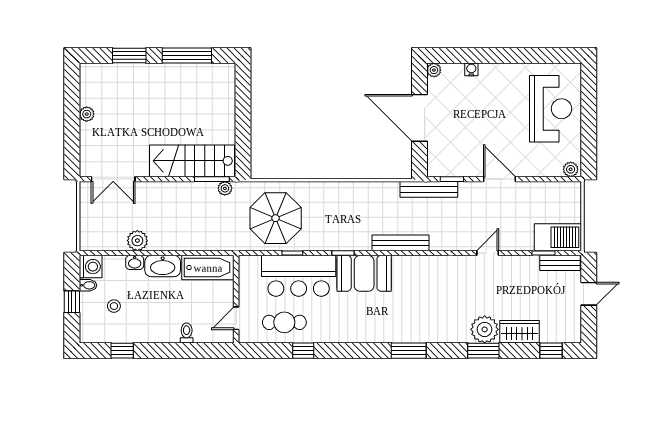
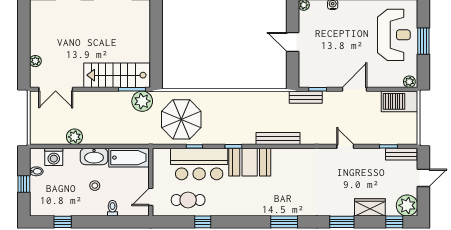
plant: (87, 114) -> (35, 61), moved
window: (589, 117) -> (423, 41), added
door: (419, 118) -> (293, 42), width x0.53
door: (499, 179) -> (354, 89), hinge flipped
plant: (225, 188) -> (142, 101), width x1.87, depth x1.87
bench: (429, 189) -> (306, 97), width x0.73
barbecue: (558, 237) -> (400, 101), moved, turned 180
door: (488, 253) -> (345, 146), hinge flipped
washbasin: (135, 262) -> (72, 154), removed
washing machine: (91, 267) -> (54, 157), moved, turned 90
stool: (114, 306) -> (95, 186), moved
plant: (485, 329) -> (407, 205), moved

